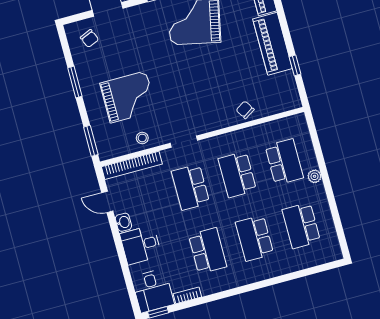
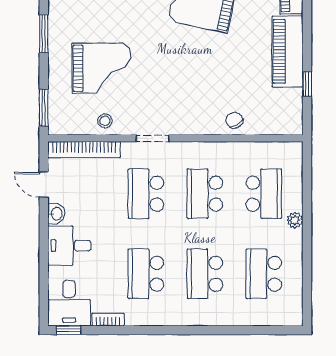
school desk: (208, 251) -> (146, 274), turned 180

